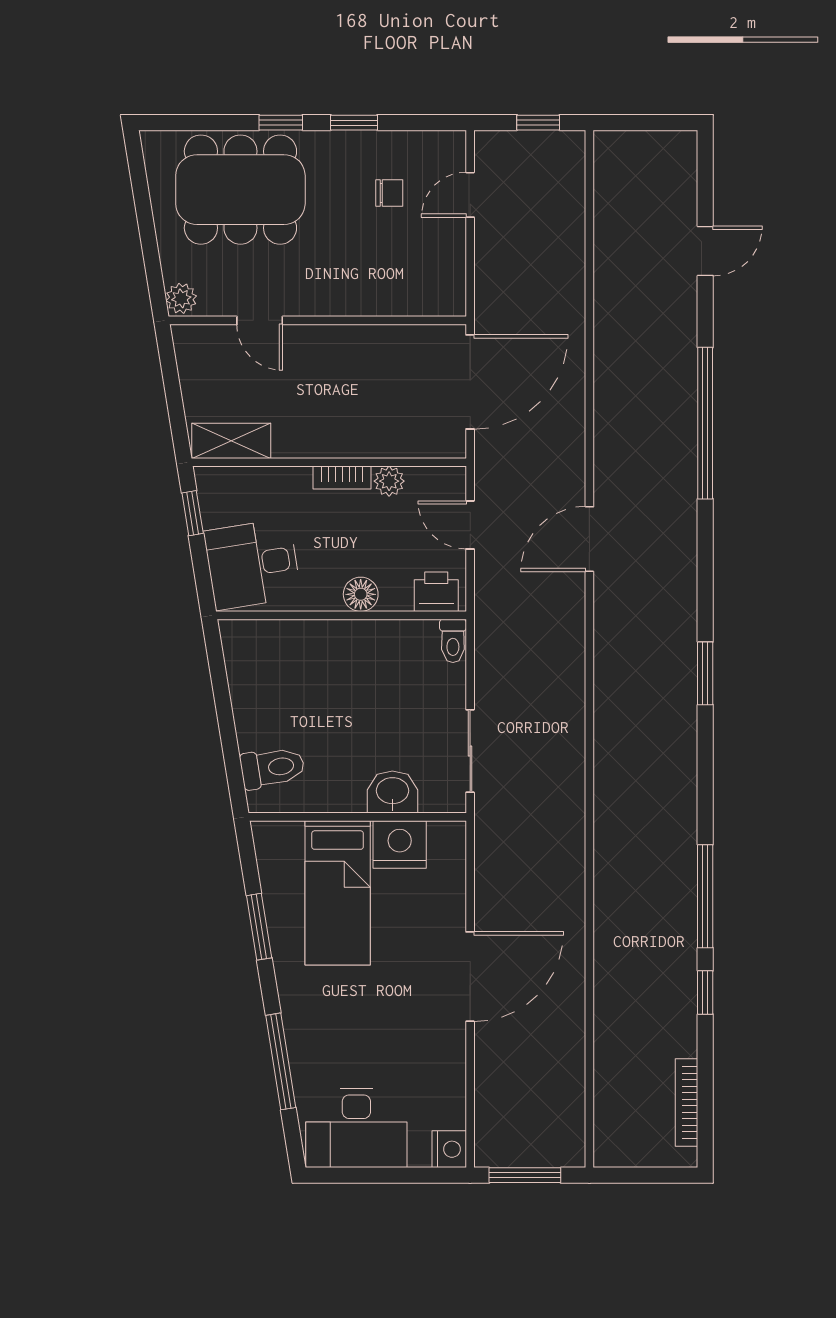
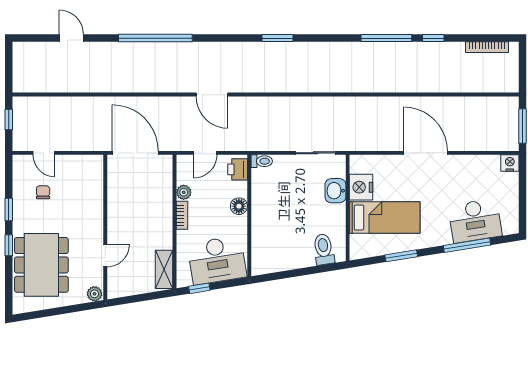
desk: (252, 564) -> (217, 260), width x1.37
desk: (356, 1128) -> (475, 221), moved, turned 81

